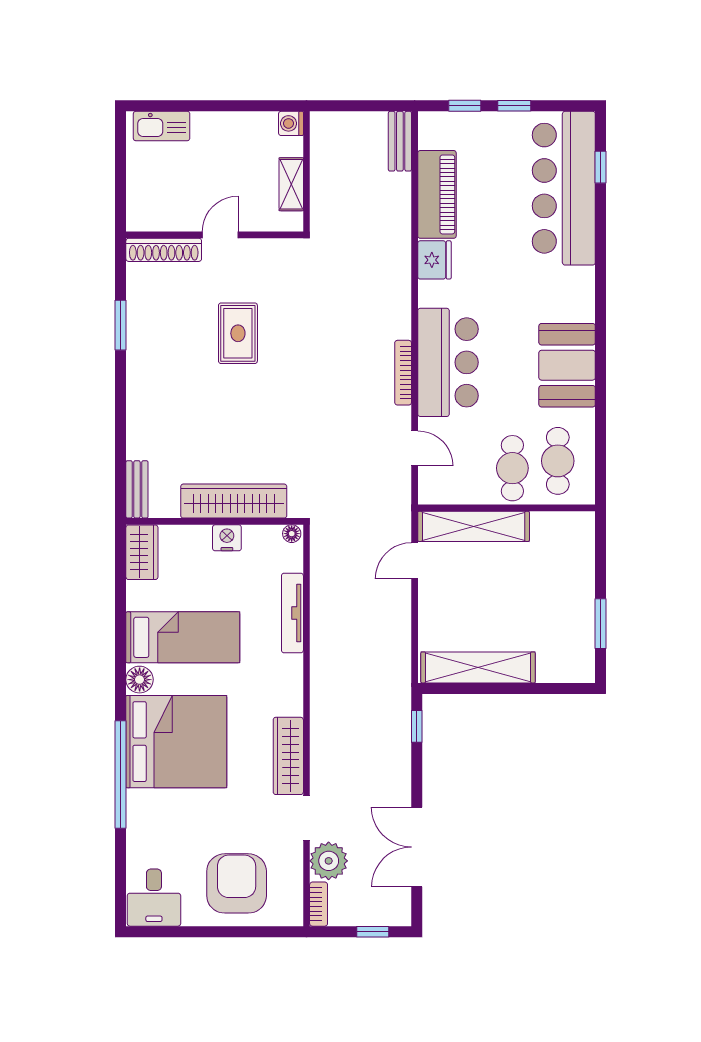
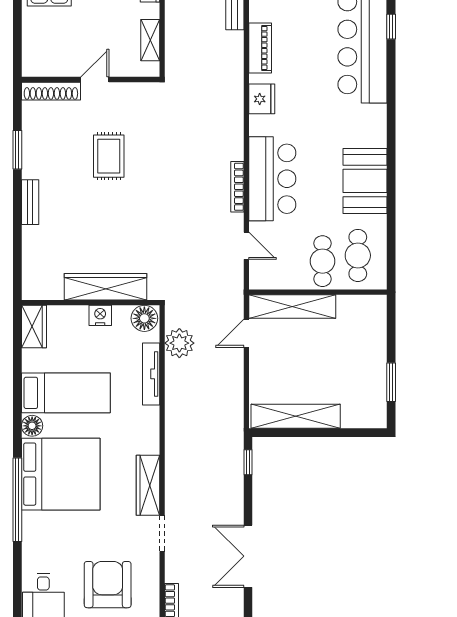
piano: (437, 194) -> (260, 48), width x0.73, depth x0.75
bench: (137, 489) -> (30, 202), moved
floor lamp: (292, 534) -> (144, 318), width x1.89, depth x1.89
plant: (329, 861) -> (179, 343), moved

